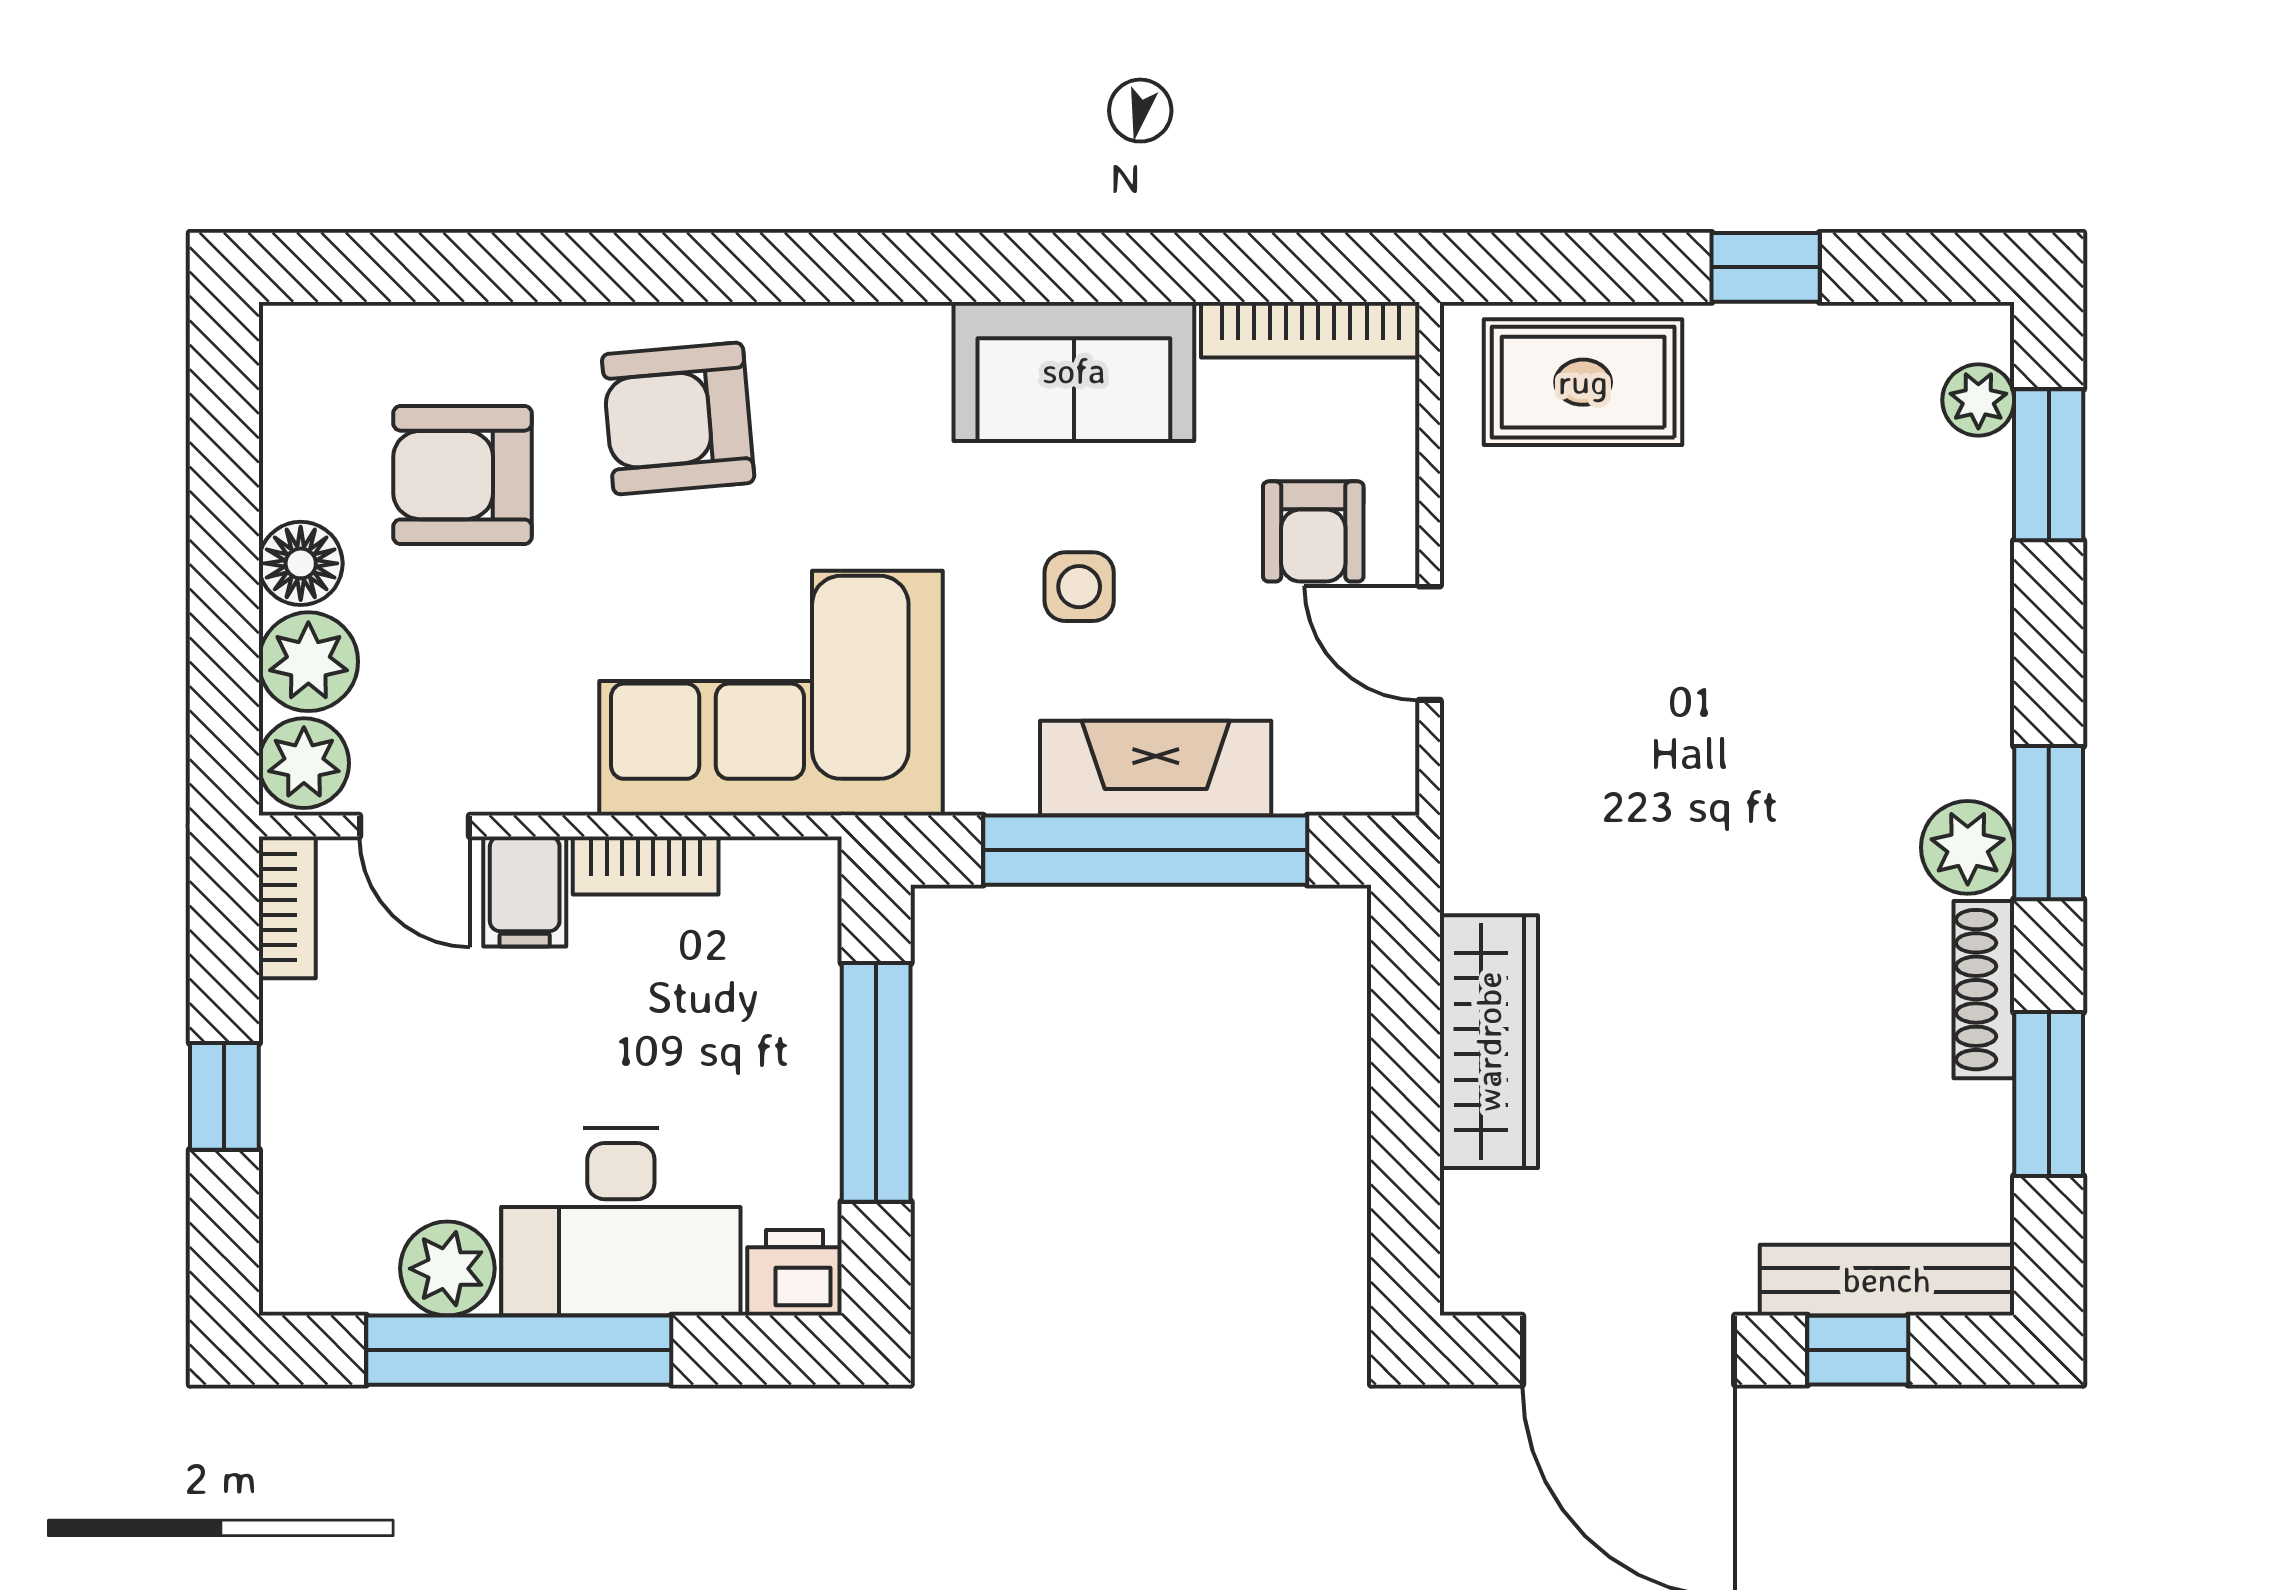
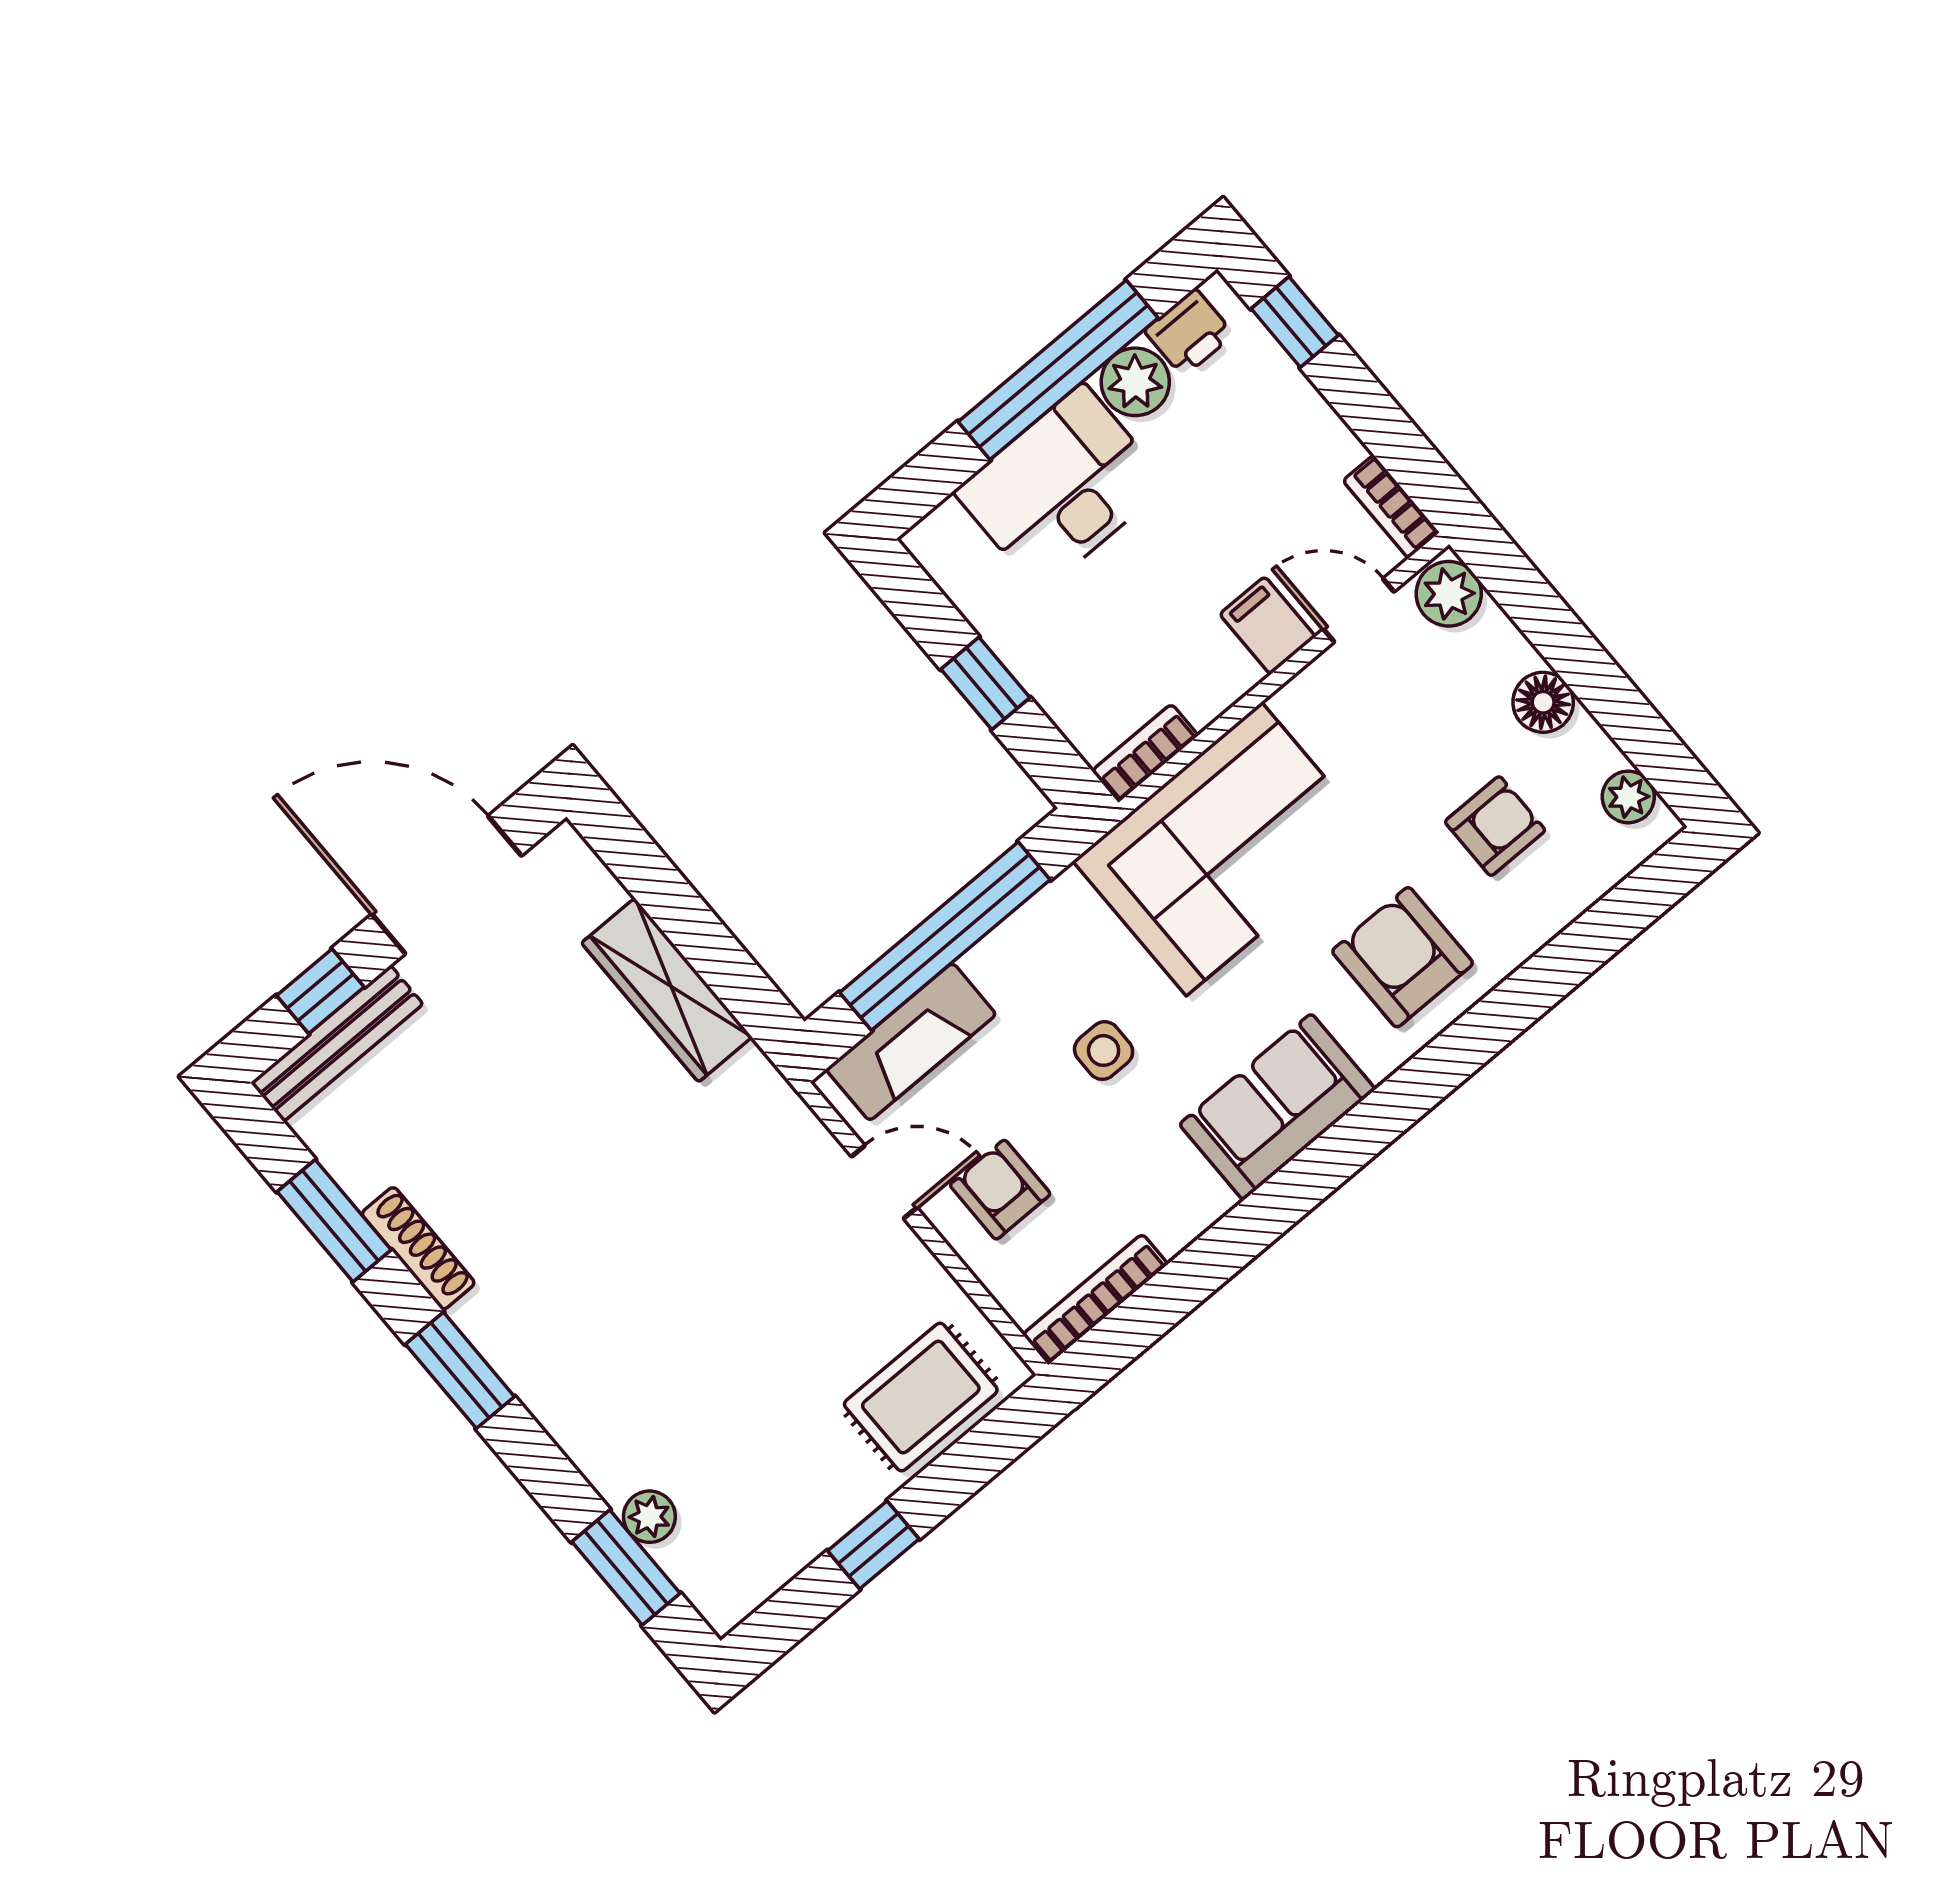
sofa: (1074, 371) -> (1277, 1107), moved
plant: (1978, 400) -> (649, 1517), moved
armchair: (678, 418) -> (1402, 957), turned -85
armchair: (462, 475) -> (1495, 826), width x0.72, depth x0.72
plant: (308, 662) -> (1628, 797), moved, width x0.73, depth x0.73
fireplace: (1156, 768) -> (911, 1042), moved
plant: (1968, 847) -> (493, 1319), removed
bookcase: (646, 865) -> (1145, 753), moved
window: (876, 1082) -> (985, 683), width x0.46
window: (224, 1096) -> (1295, 322), moved
printer: (794, 1273) -> (1189, 333), moved

